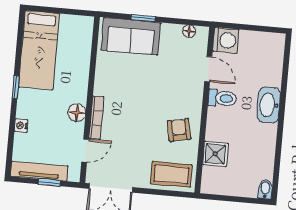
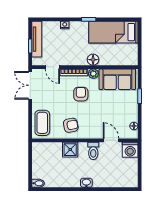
sofa: (131, 36) -> (117, 79), moved, turned -90
door: (208, 69) -> (111, 140), swing flipped
plant: (101, 87) -> (93, 74), added
washbasin: (269, 105) -> (86, 183), width x0.52, depth x0.69
armchair: (132, 110) -> (81, 94), added
floor lamp: (77, 113) -> (93, 60), moved
shower: (215, 154) -> (70, 150), moved

